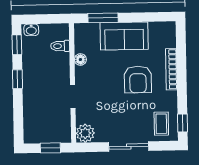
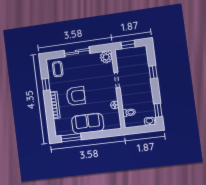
window: (103, 18) -> (71, 138), moved
window: (18, 79) -> (153, 72), moved
armchair: (138, 79) -> (76, 96), turned 90
window: (183, 123) -> (46, 85), moved

